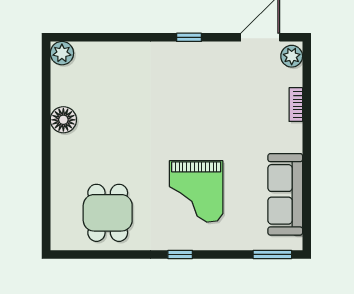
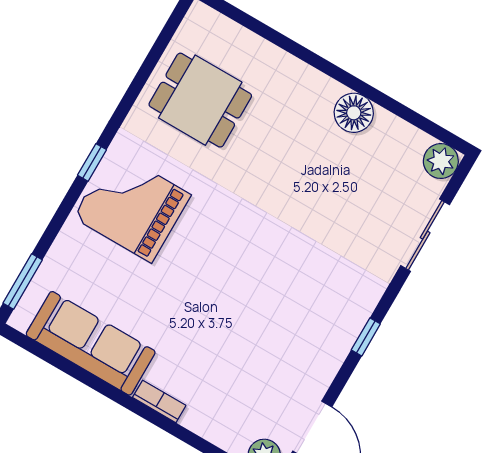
sliding door: (110, 37) -> (425, 235), added
bookcase: (296, 105) -> (159, 401), moved
grand piano: (196, 191) -> (132, 206), moved

